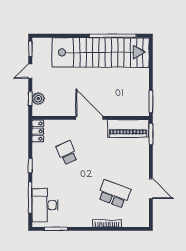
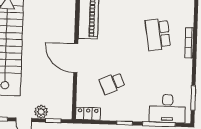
plant: (38, 99) -> (41, 112), moved
door: (89, 118) -> (76, 58), hinge flipped
school desk: (114, 194) -> (158, 34), turned -30

